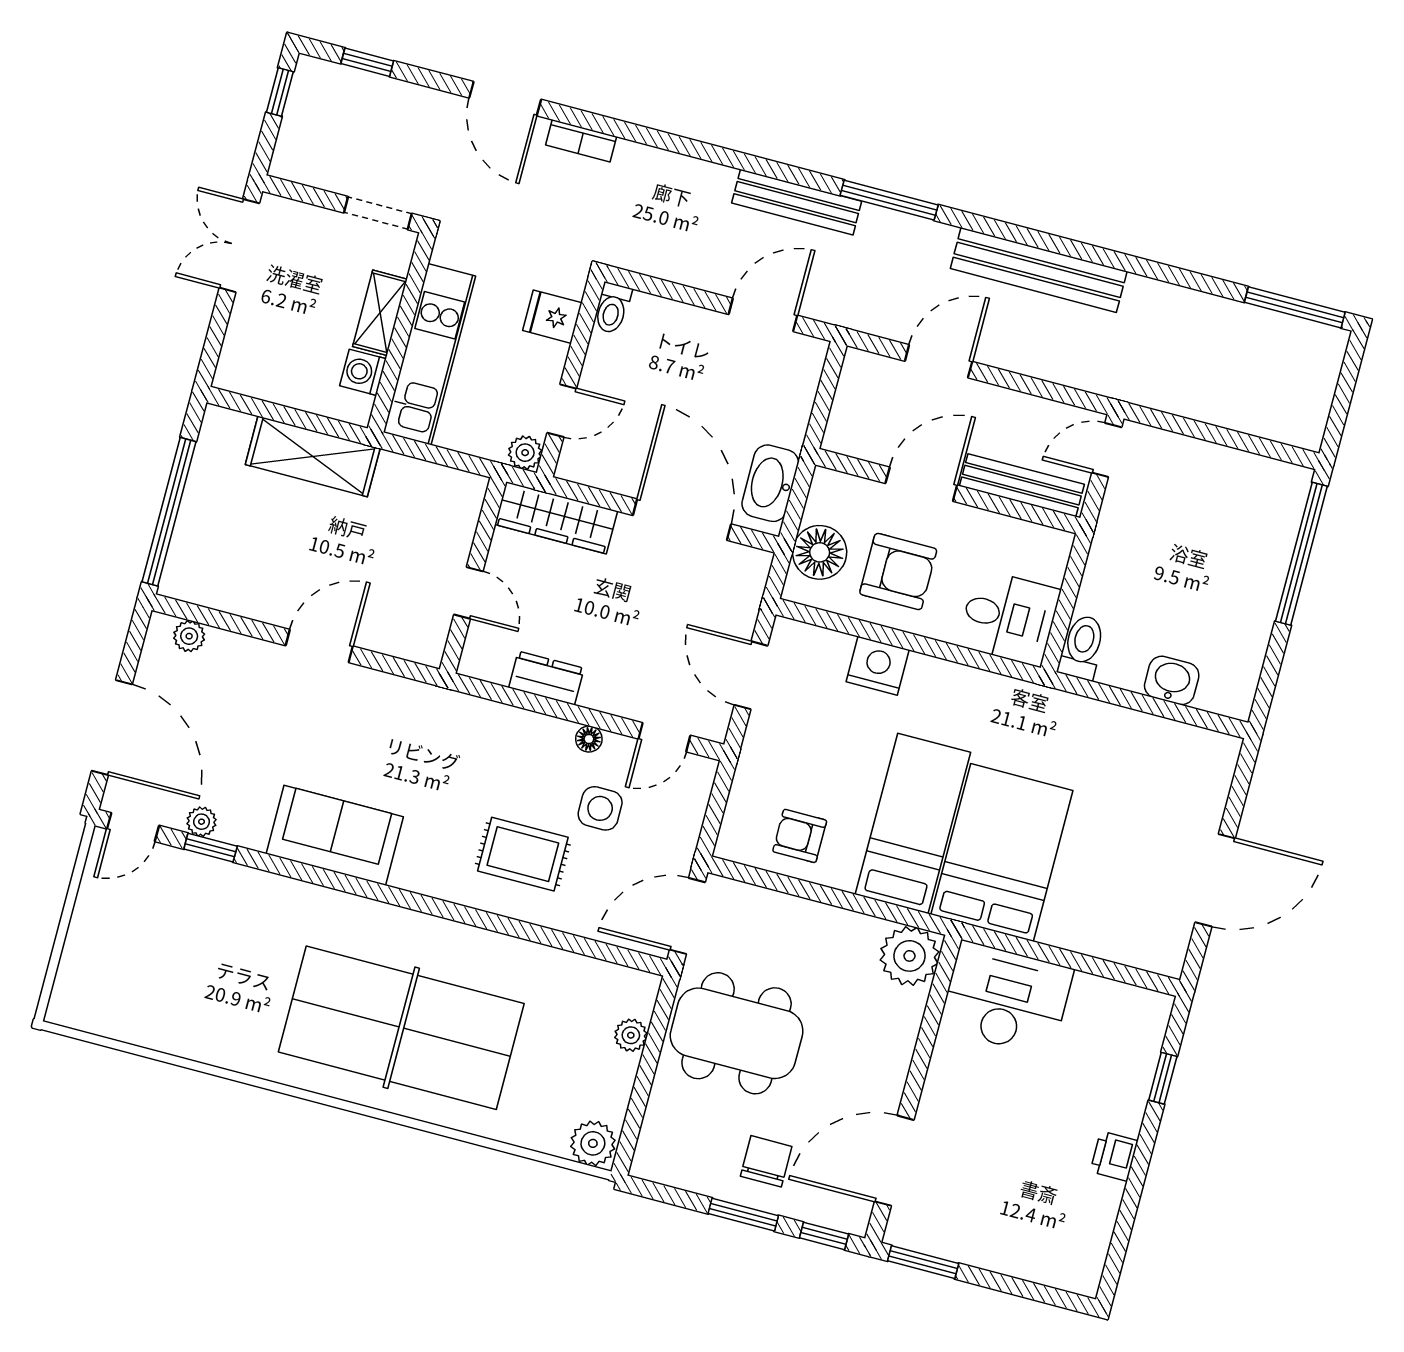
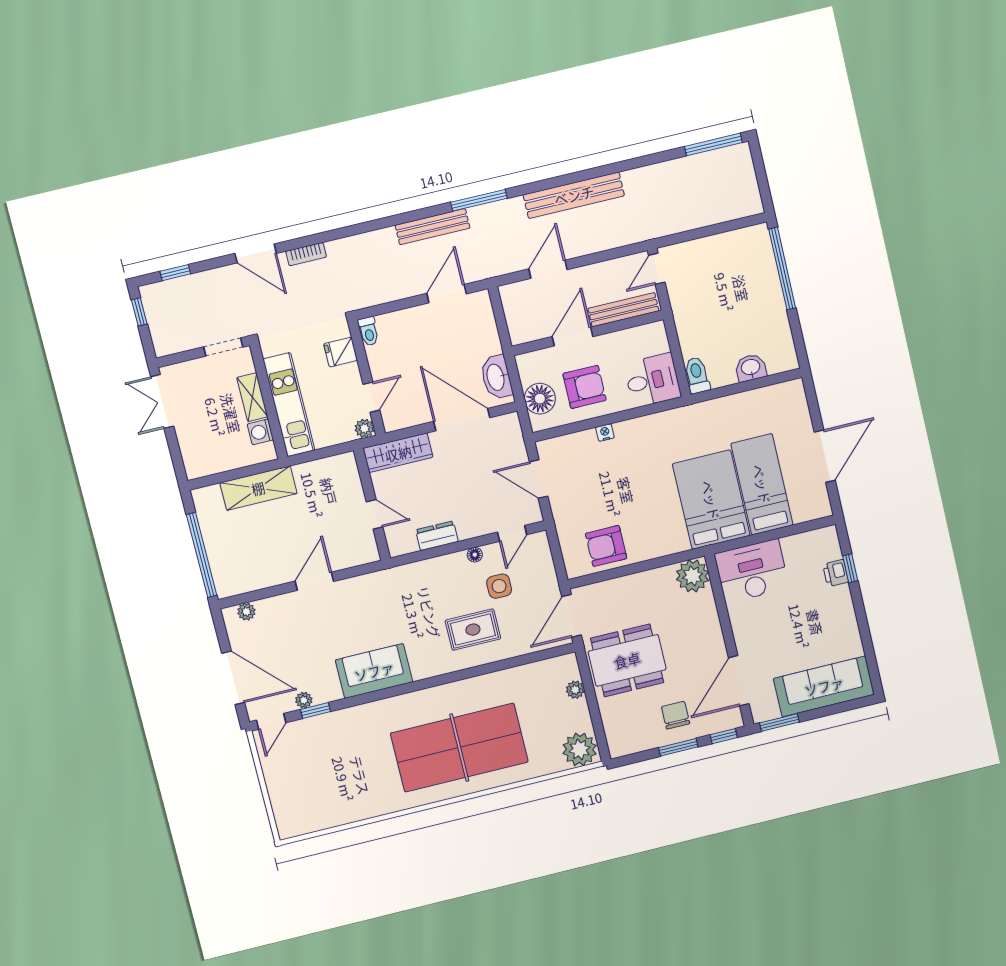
nightstand: (878, 666) -> (605, 433), width x0.53, depth x0.56
bed: (913, 823) -> (762, 484), moved
armchair: (800, 836) -> (606, 546), width x1.38, depth x1.38
plant: (593, 1143) -> (580, 749), width x1.36, depth x1.36
printer: (1114, 1156) -> (836, 573), moved
sofa: (1023, 1243) -> (824, 686), added

